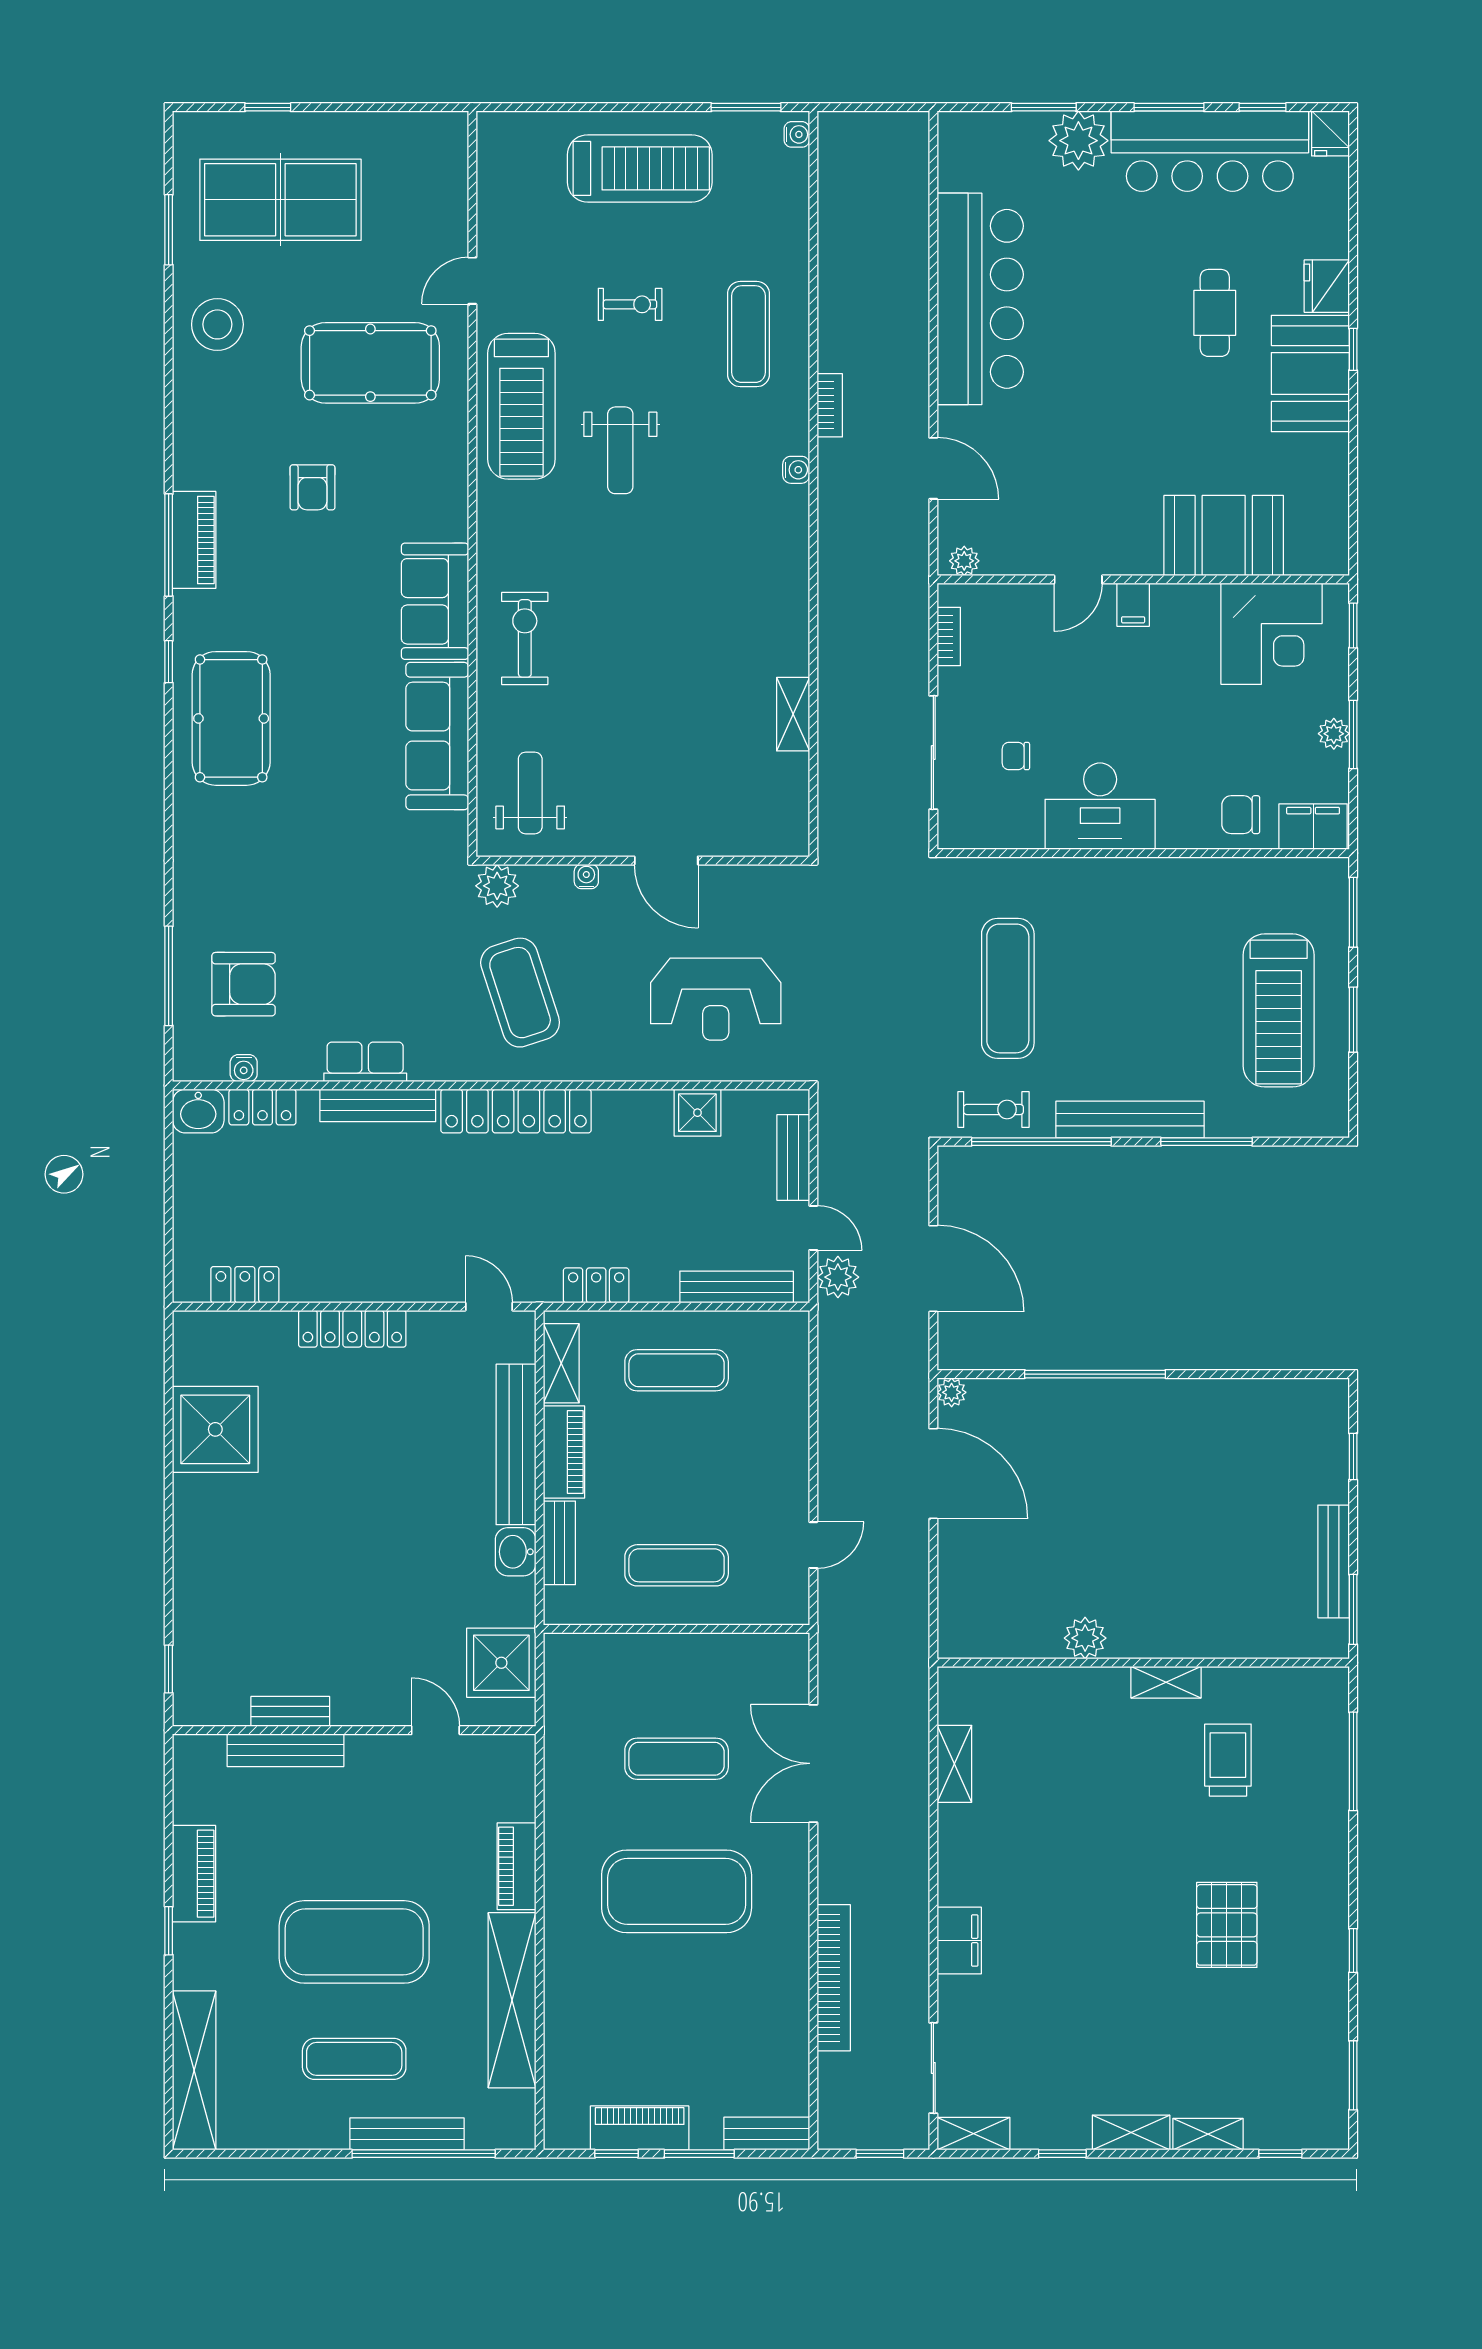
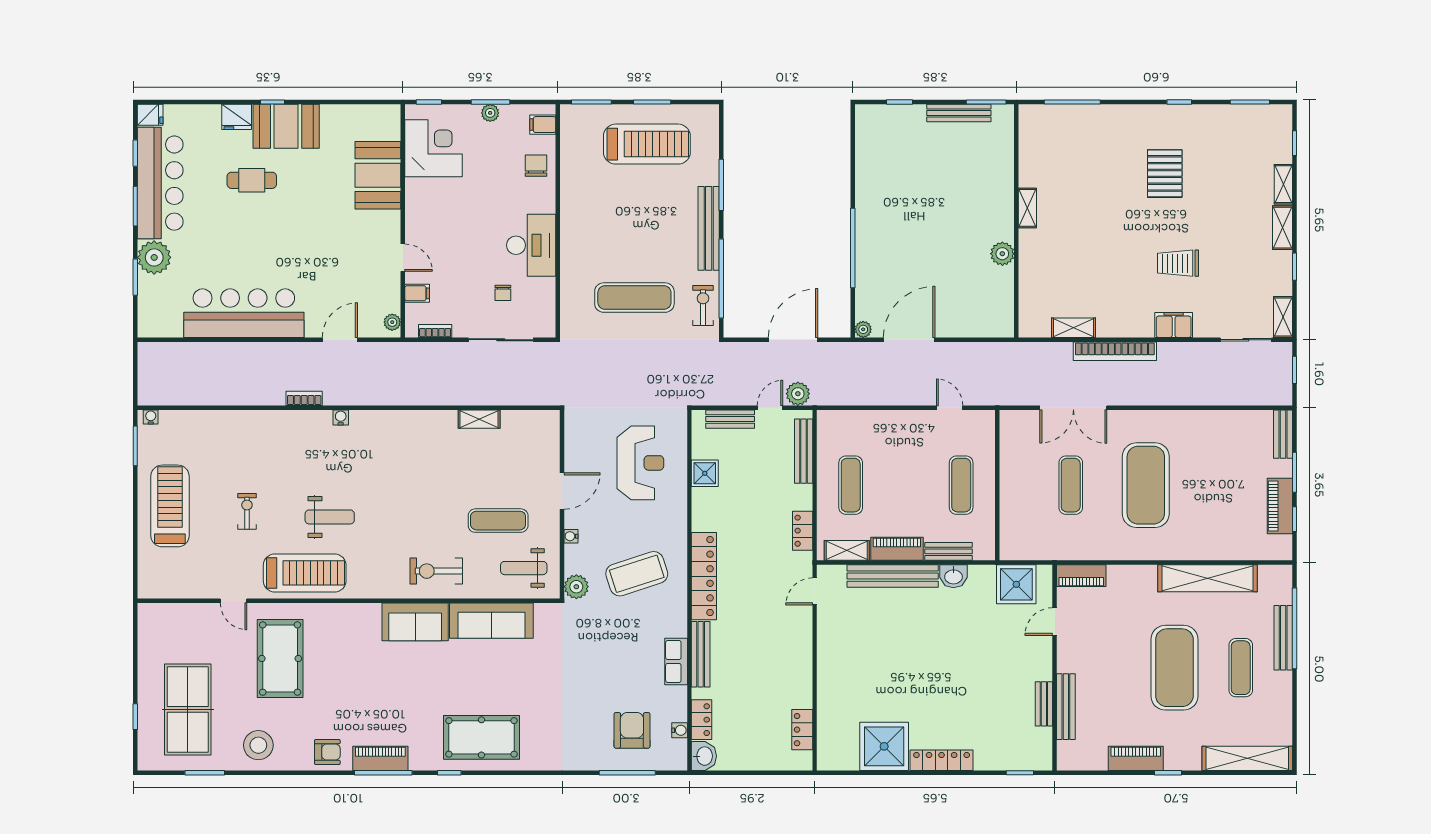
exercise mat: (749, 334) -> (498, 521), moved
armchair: (312, 487) -> (327, 752), moved
filing cabinet: (1133, 605) -> (417, 293), moved
chair: (1241, 815) -> (536, 166), turned 180
filing cabinet: (1313, 827) -> (543, 125), width x0.50
locker: (352, 1329) -> (942, 760), moved, turned -90
trolley: (1228, 1760) -> (1178, 263), moved
piano: (517, 1866) -> (1081, 576), moved
pallet: (1227, 1925) -> (1165, 173), turned 90
bookcase: (834, 1978) -> (1115, 351), moved, turned 180

